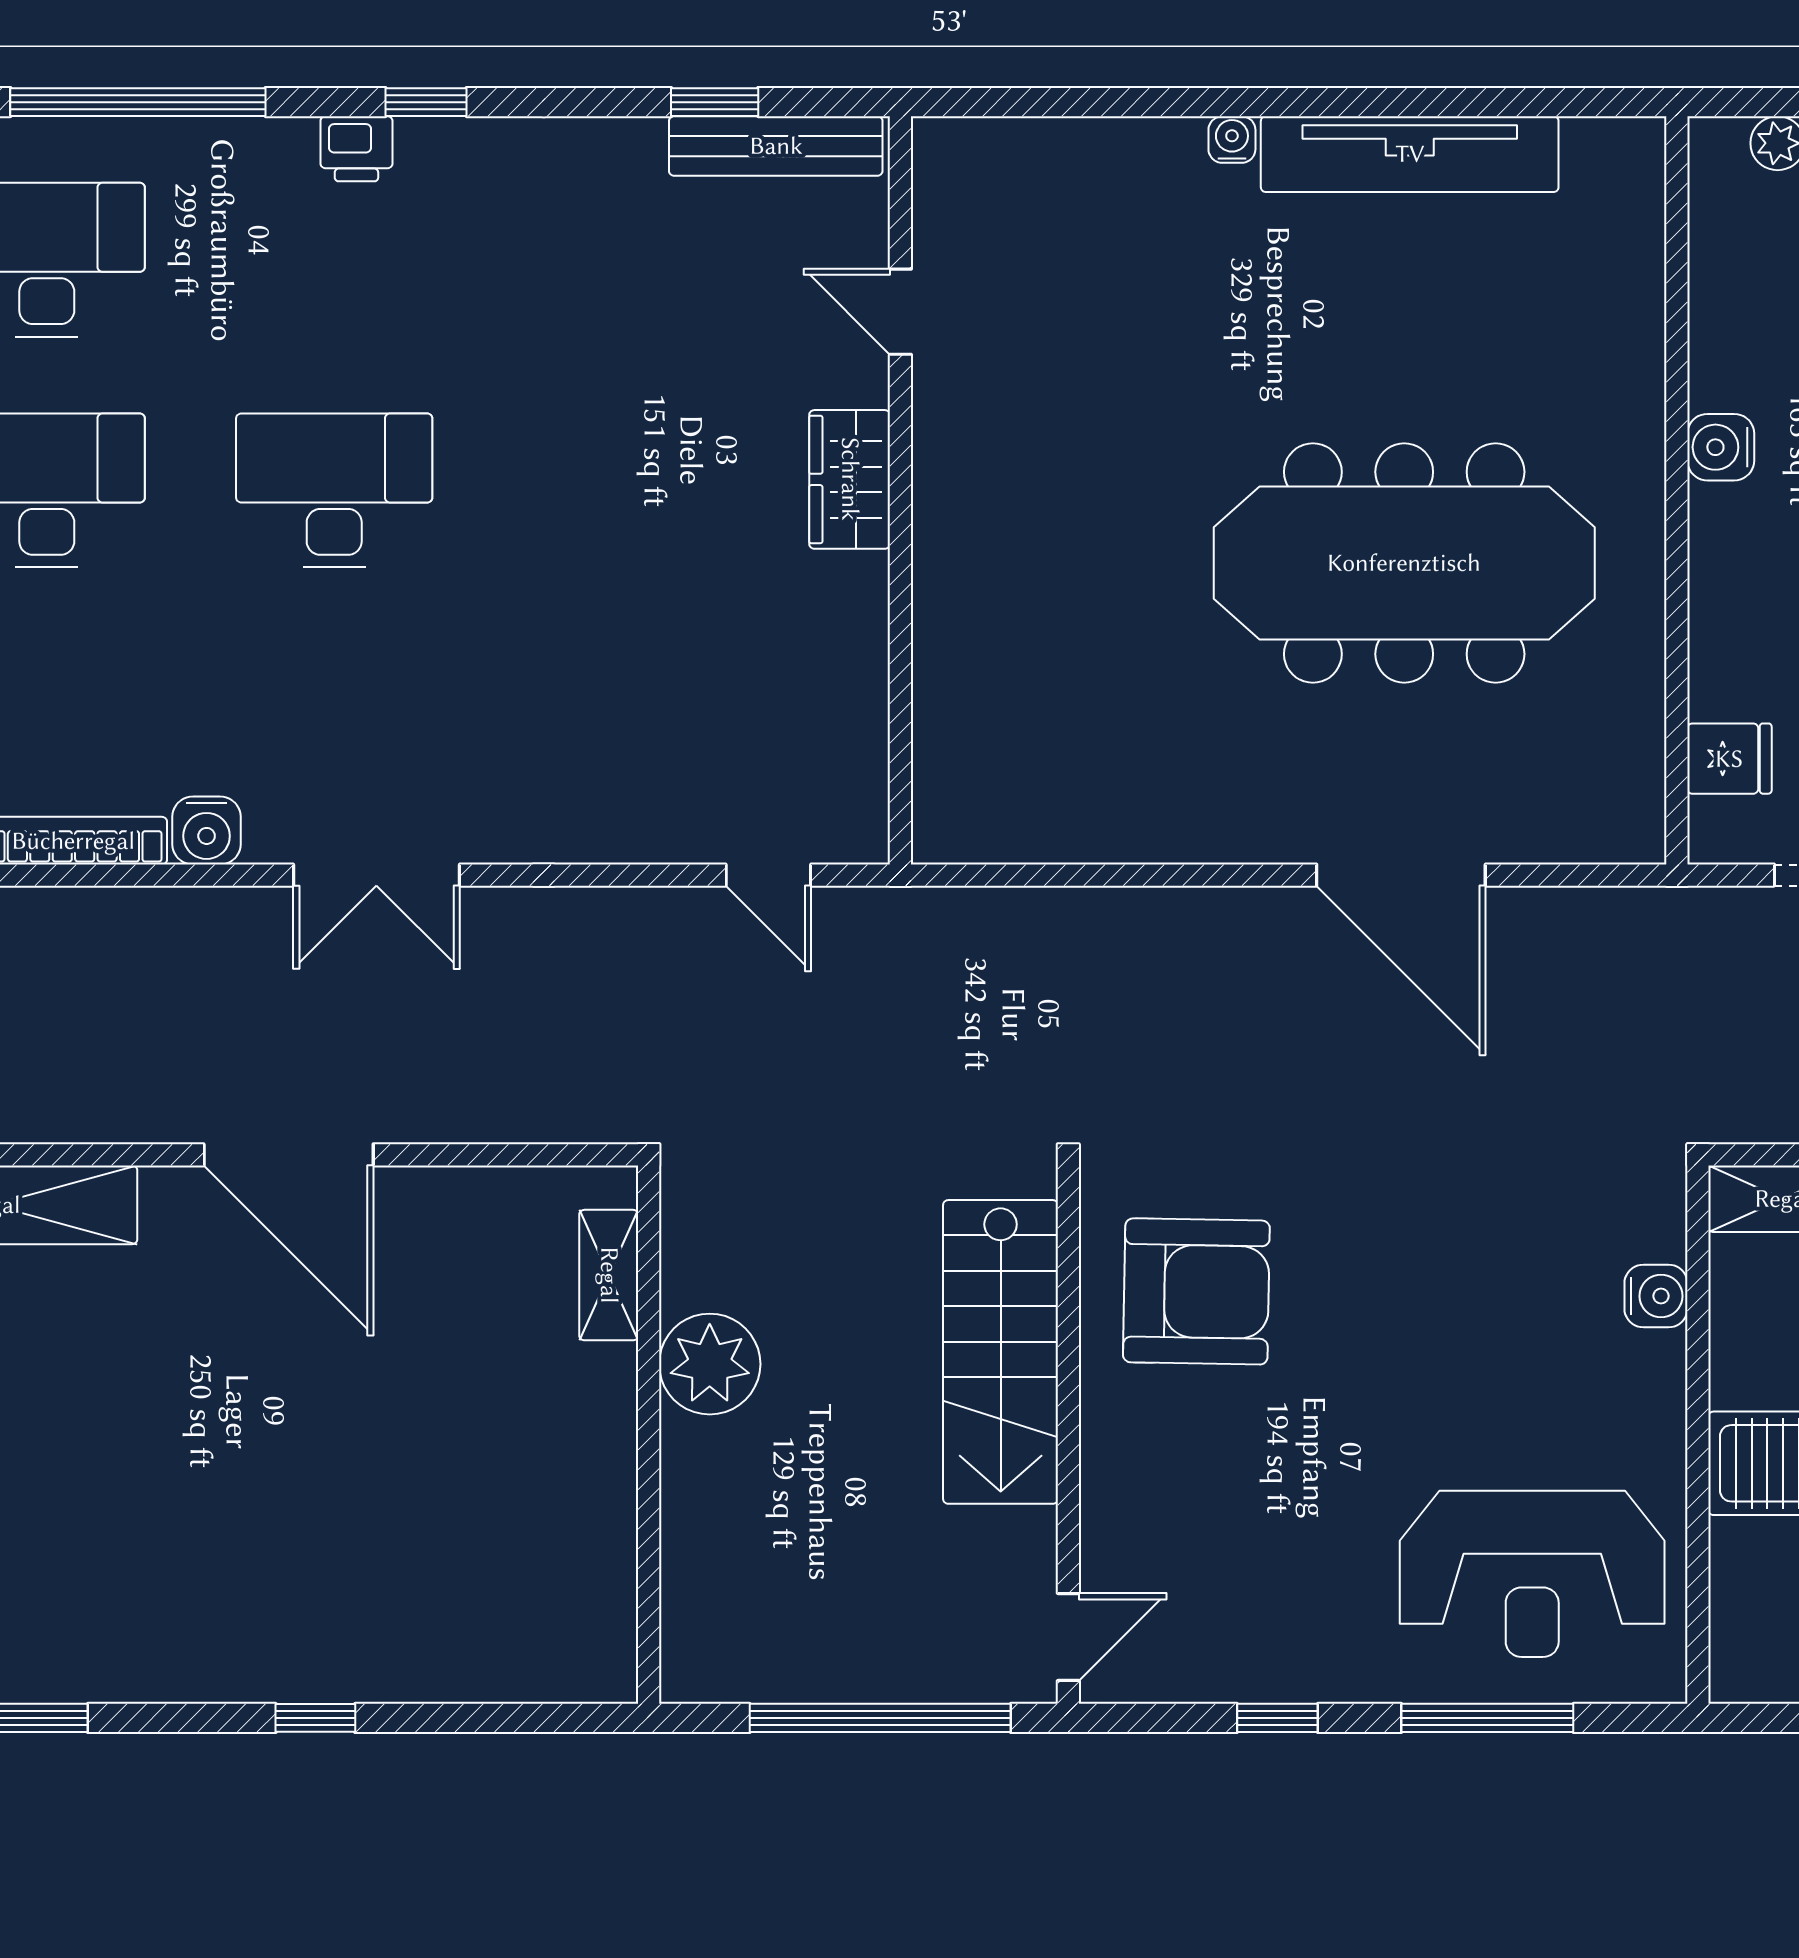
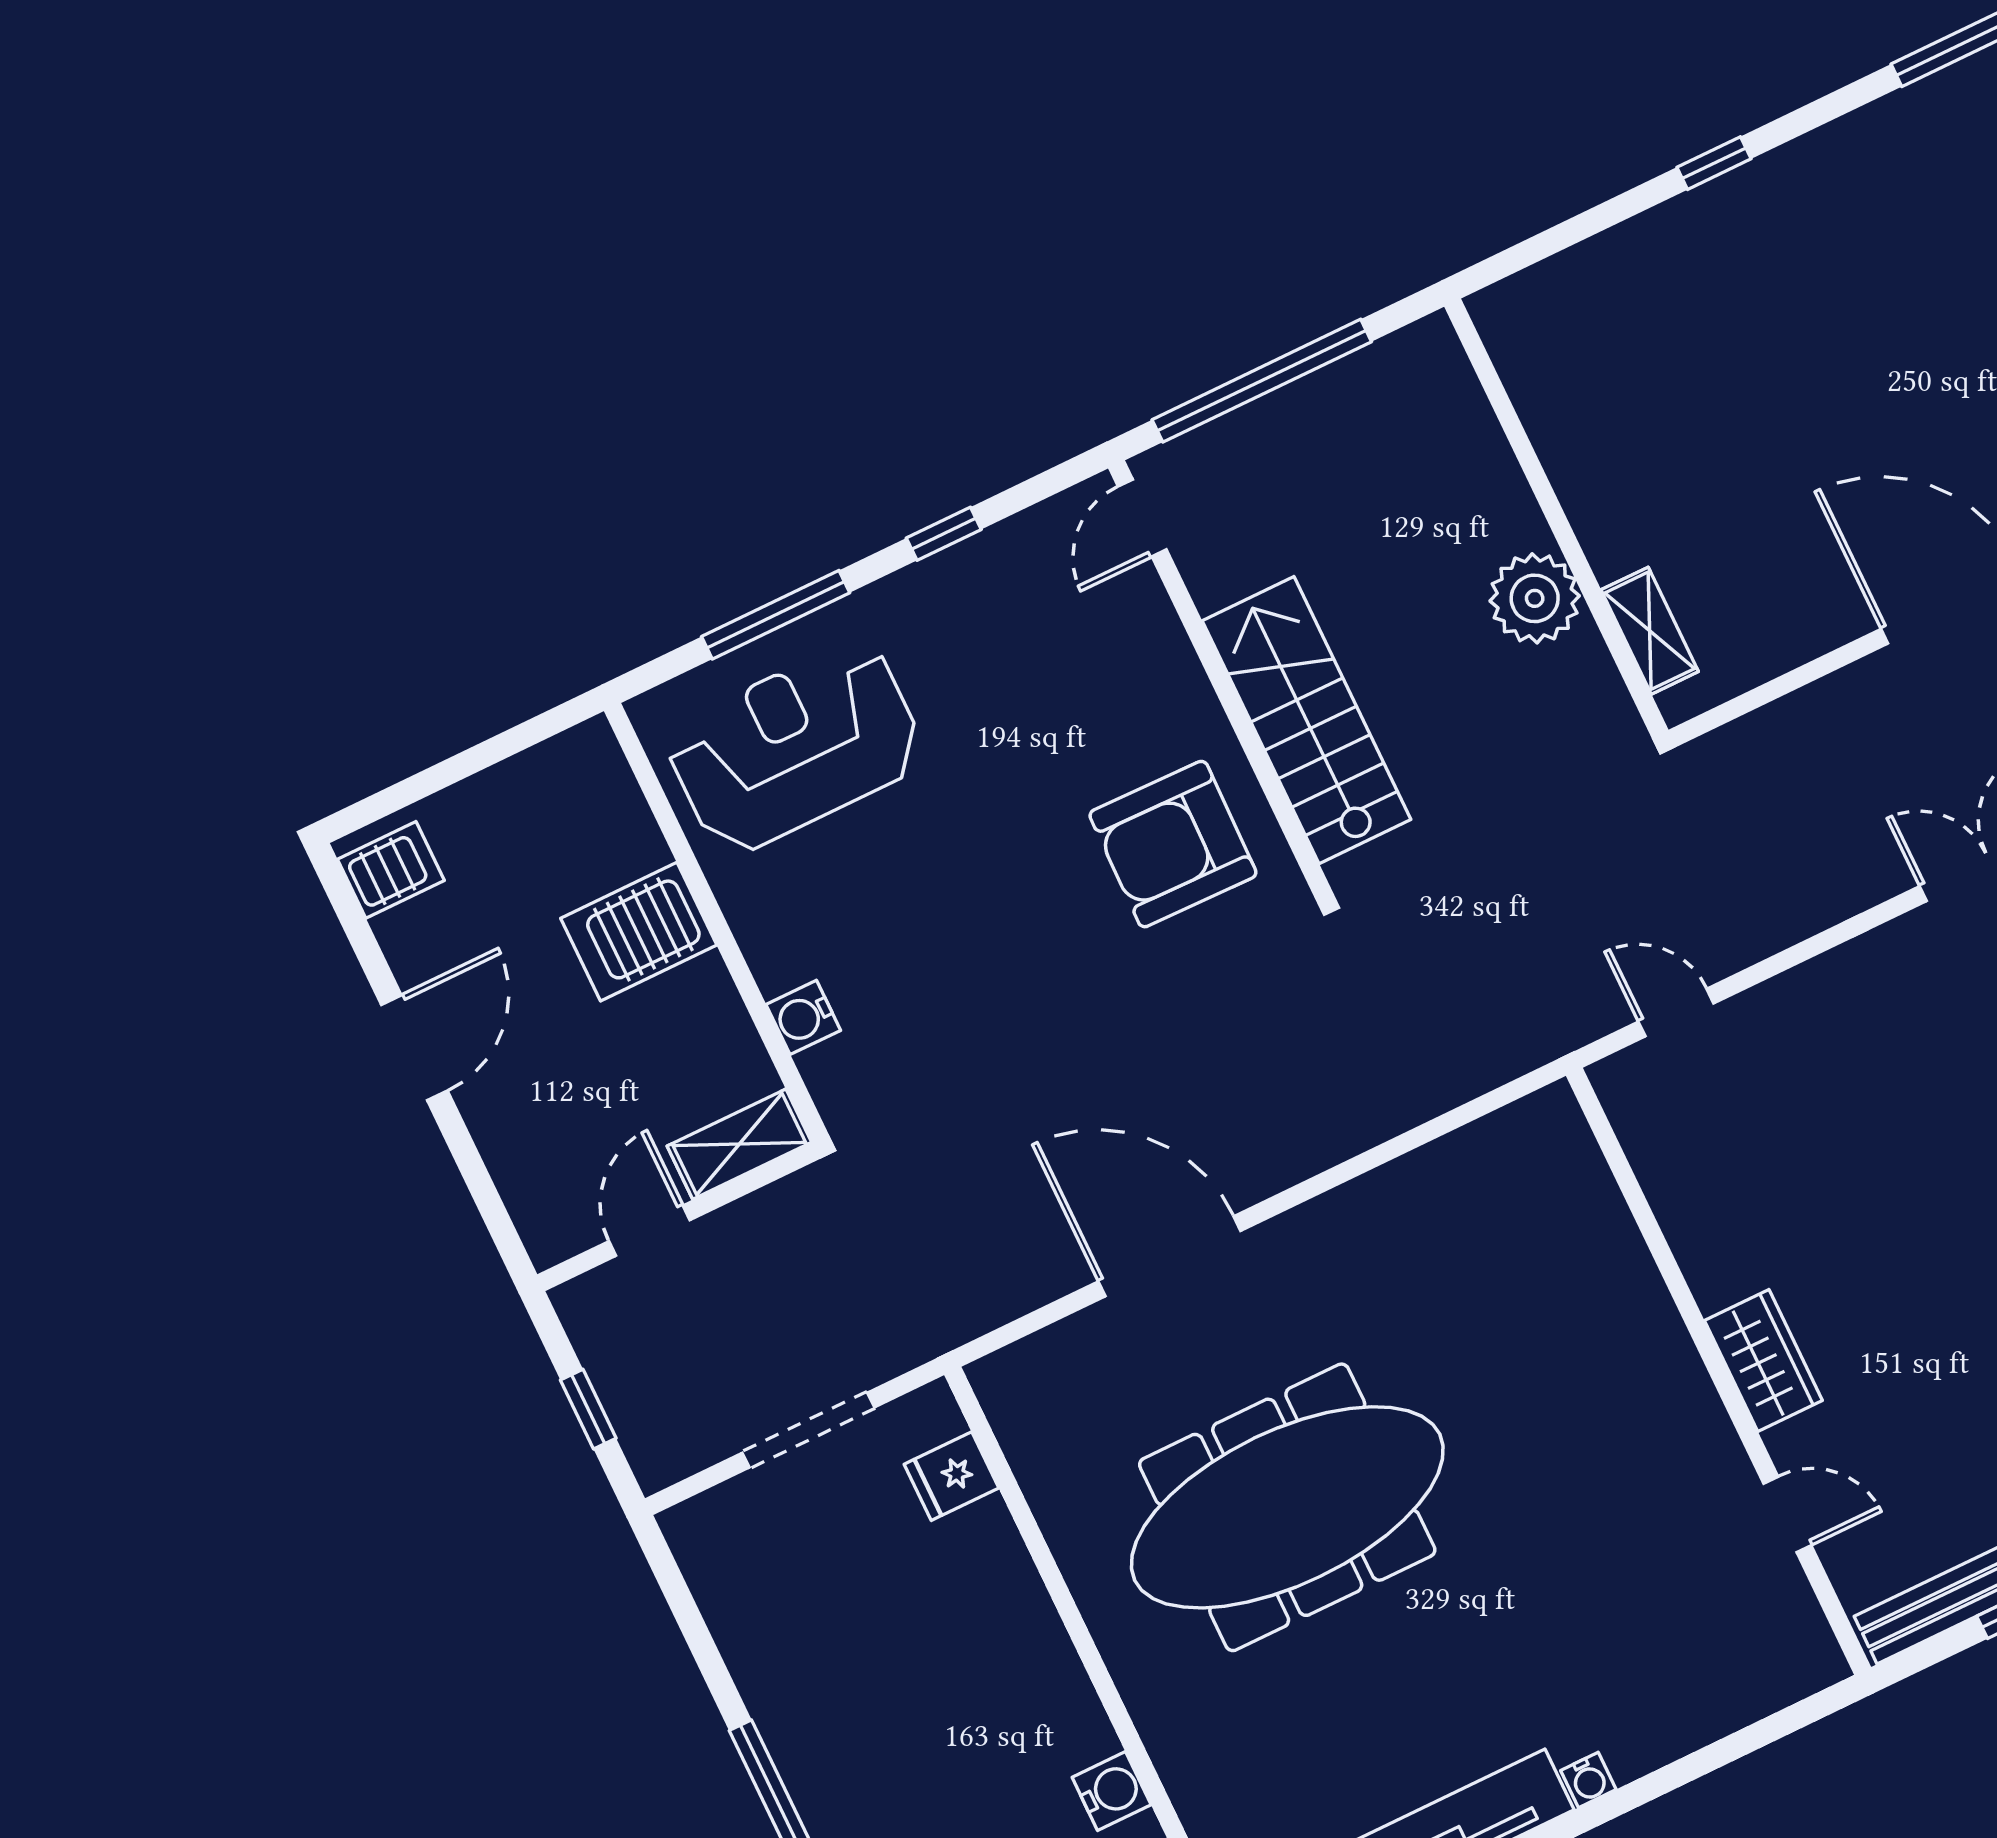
water cooler: (1721, 447) -> (1112, 1791), moved

